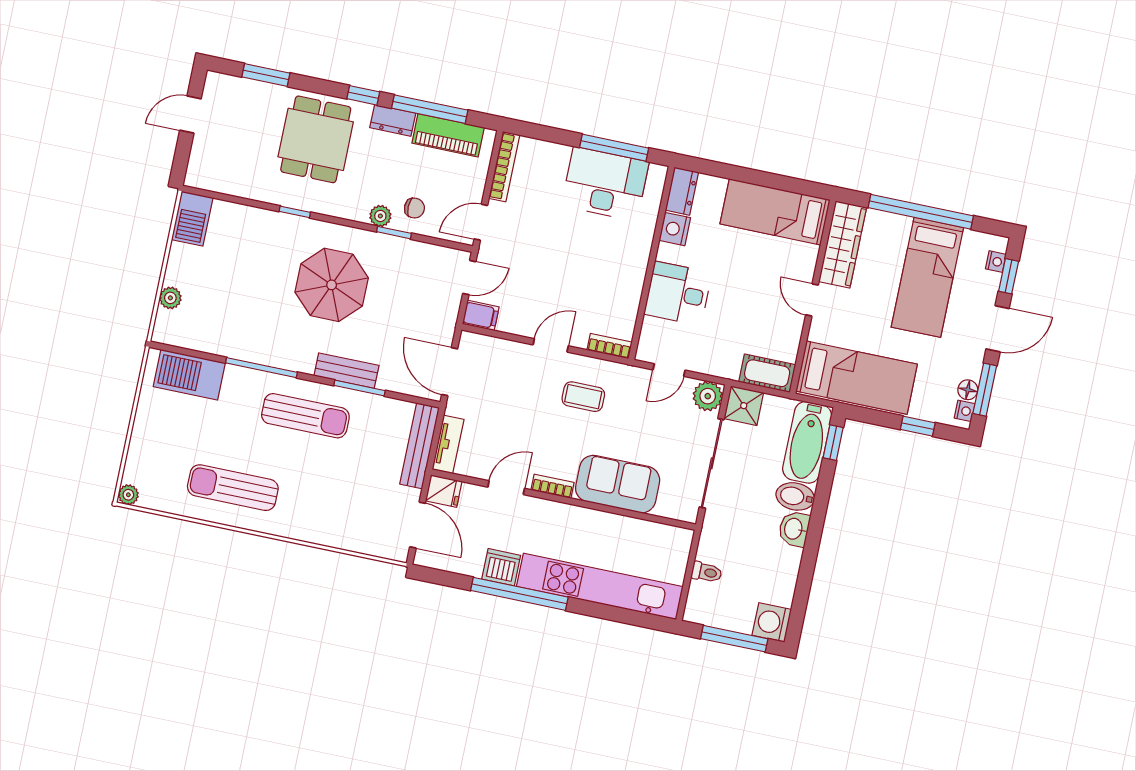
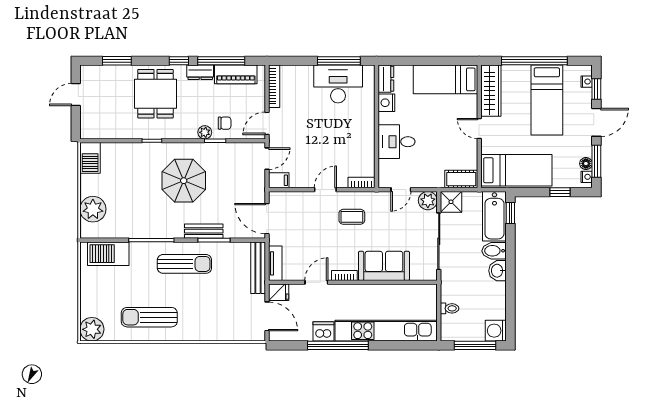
plant: (170, 298) -> (93, 209), width x1.87, depth x1.87
plant: (128, 495) -> (92, 329), width x1.87, depth x1.87

